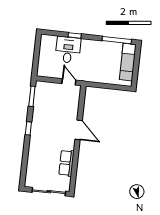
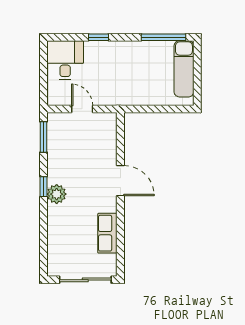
desk: (68, 50) -> (65, 60), moved
door: (69, 82) -> (82, 109), moved
plant: (36, 134) -> (57, 194), added

